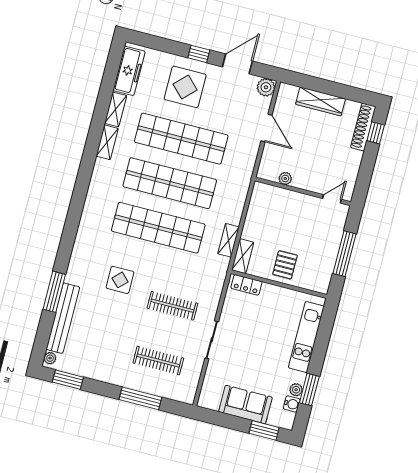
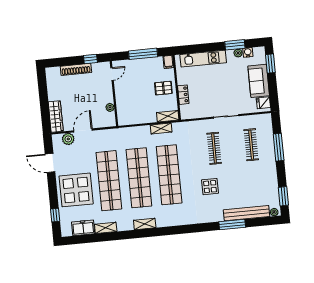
window: (199, 54) -> (55, 215), moved
freezer: (129, 71) -> (83, 228), width x0.71
display table: (185, 87) -> (76, 190), width x1.36, depth x1.36
plant: (266, 87) -> (68, 139), moved
wardrobe: (321, 101) -> (56, 117), moved
shoe rack: (363, 127) -> (76, 69), moved
window: (376, 133) -> (90, 59), moved
shelving: (107, 142) -> (145, 224), moved
door: (332, 199) -> (112, 74), swing flipped
locker: (246, 285) -> (183, 95), moved
filing cabinet: (320, 286) -> (168, 62), added
fridge: (212, 400) -> (263, 103), added

